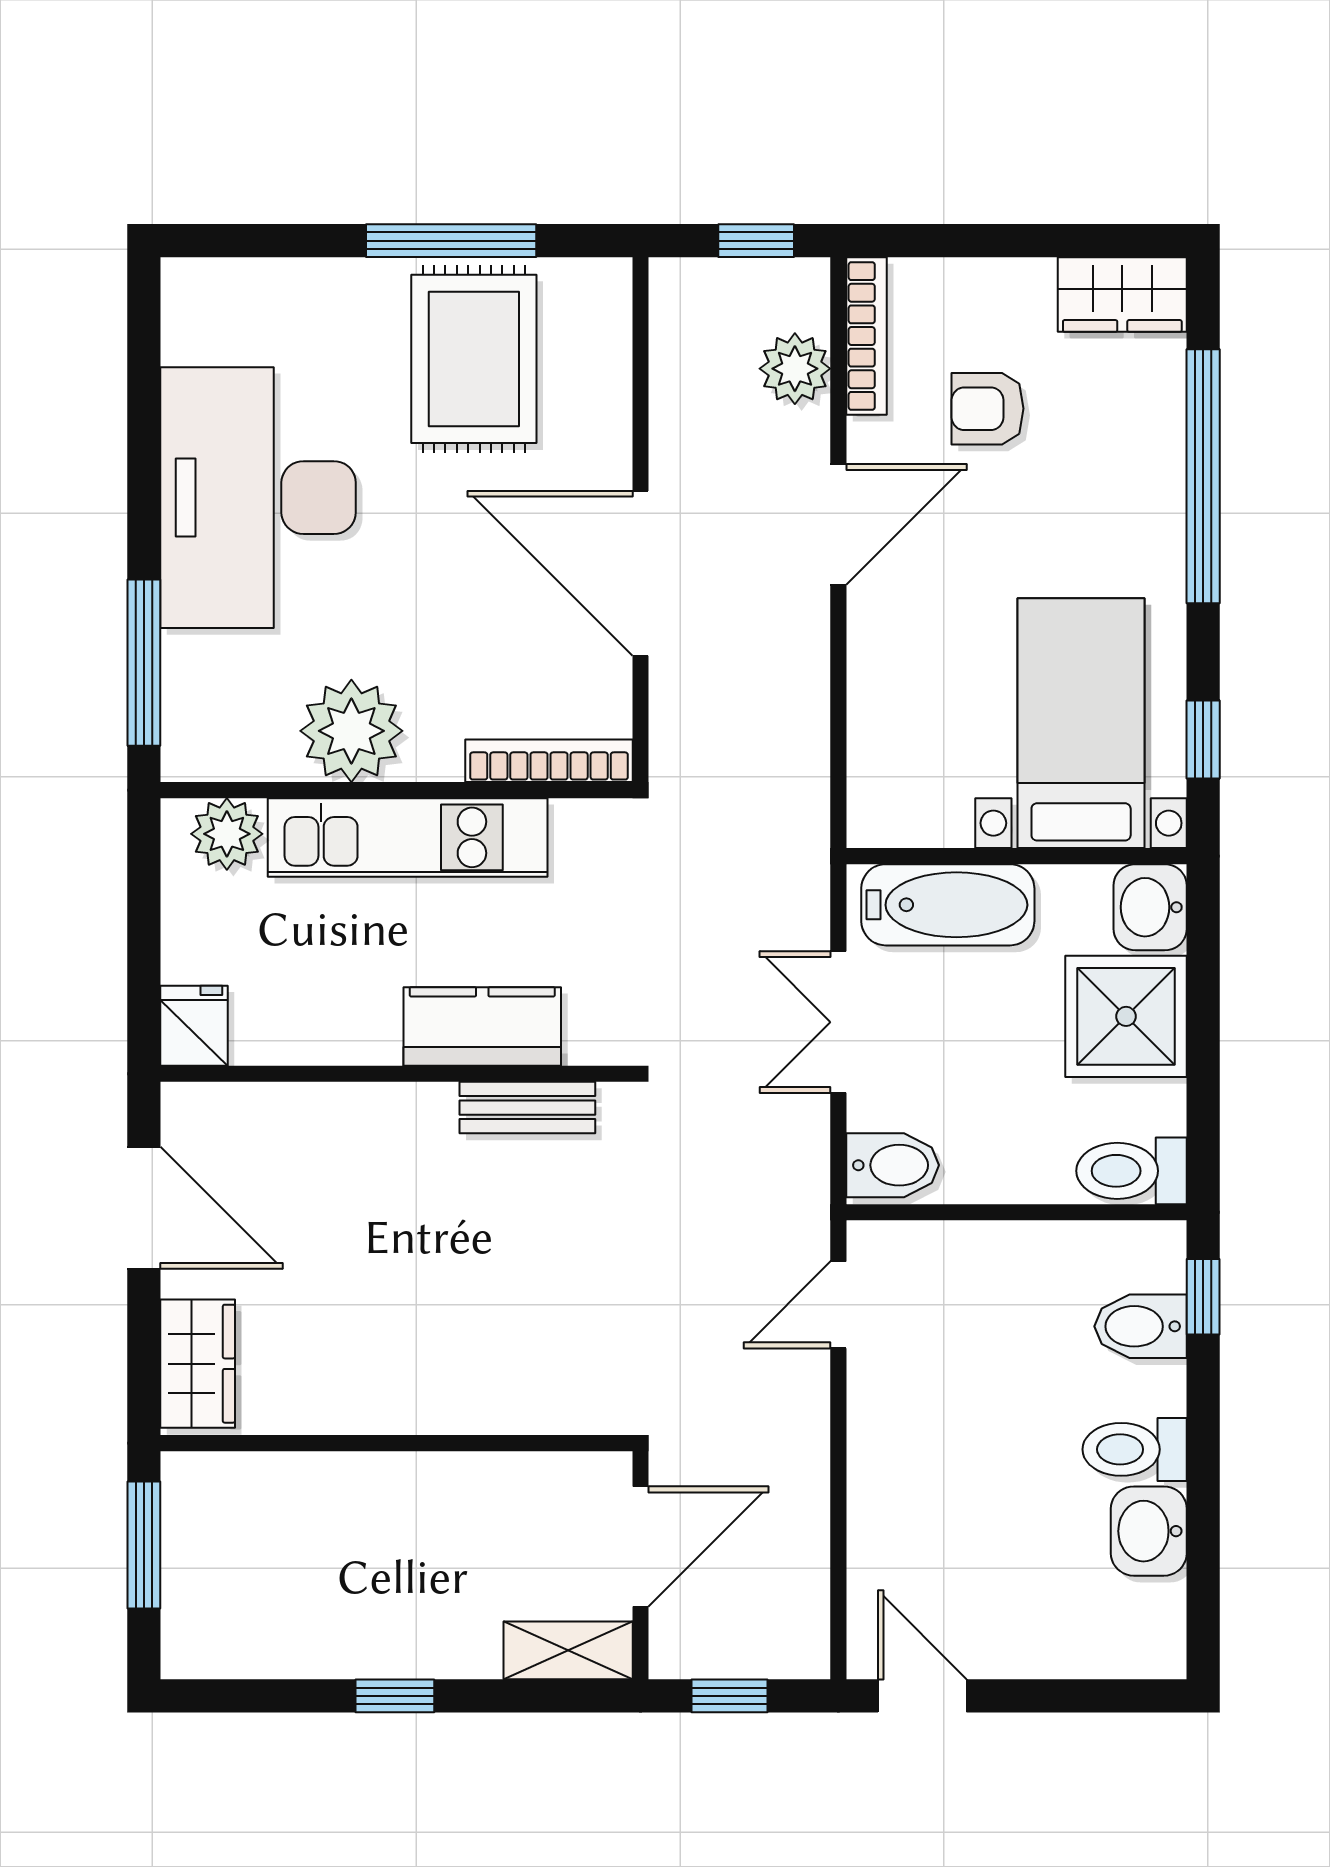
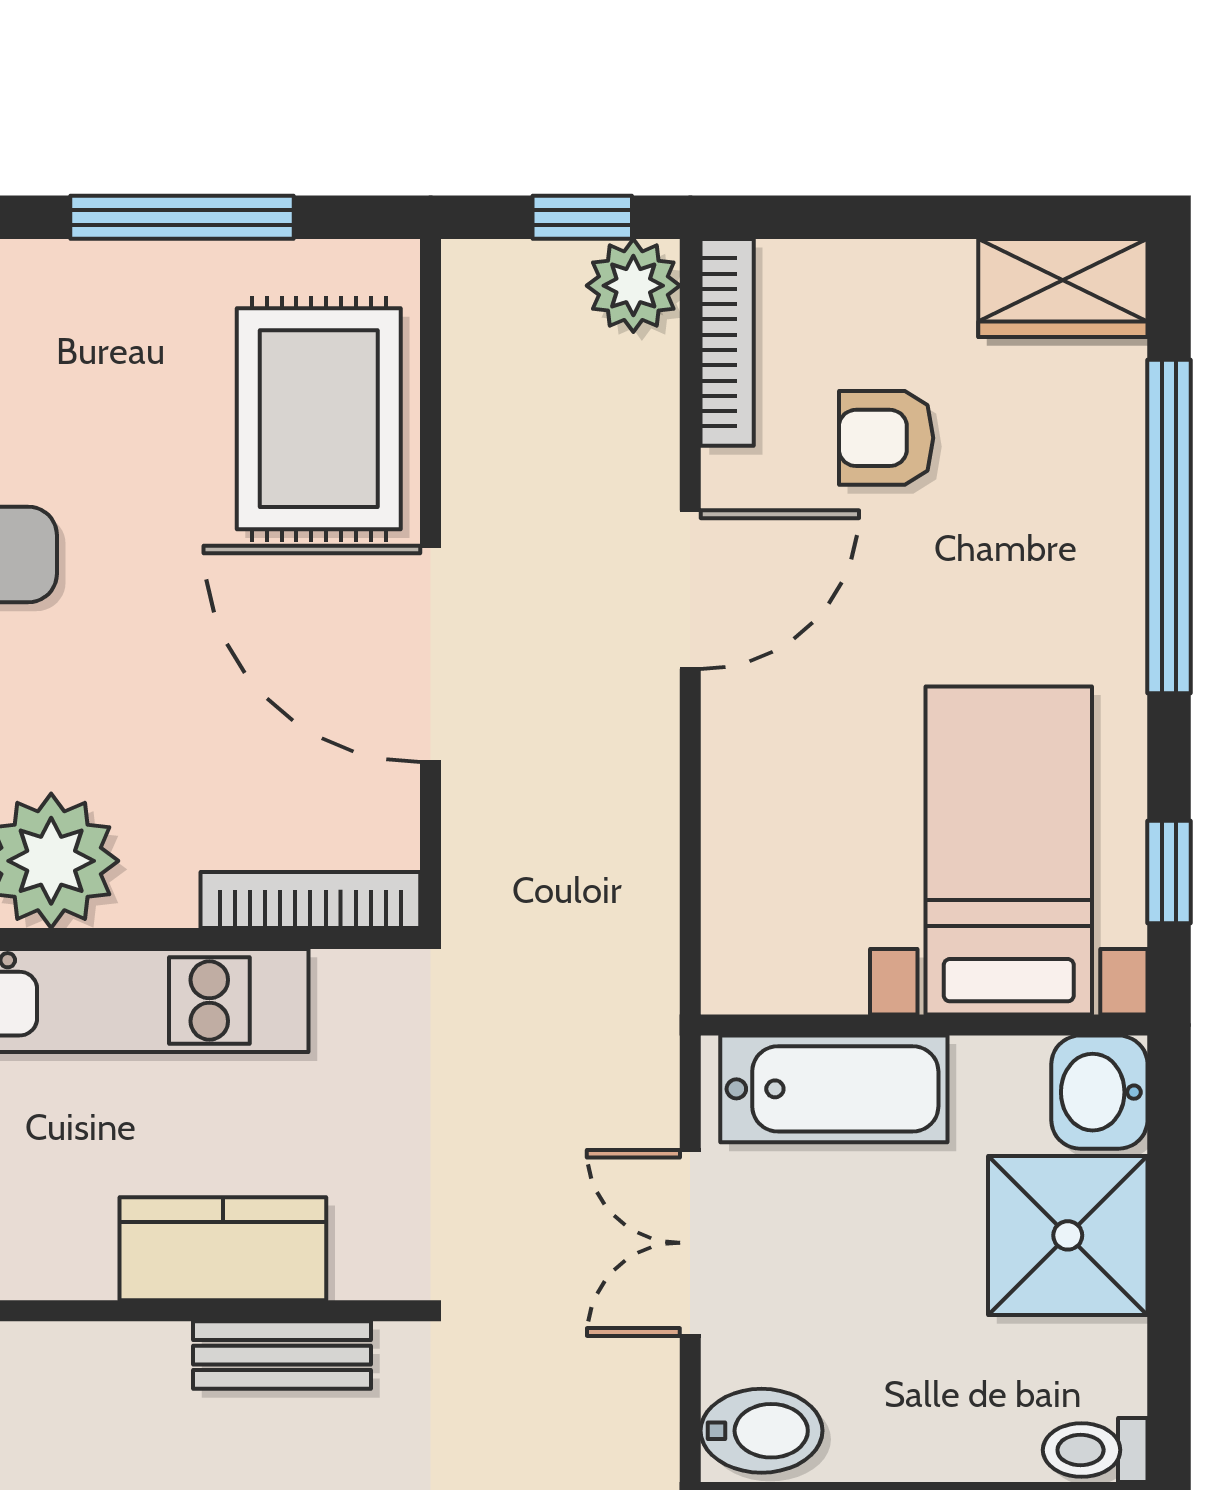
rug: (474, 359) -> (319, 419), moved
plant: (795, 369) -> (633, 286), moved
toilet: (1132, 1171) -> (1095, 1450), width x0.73, depth x0.72

